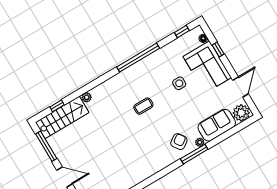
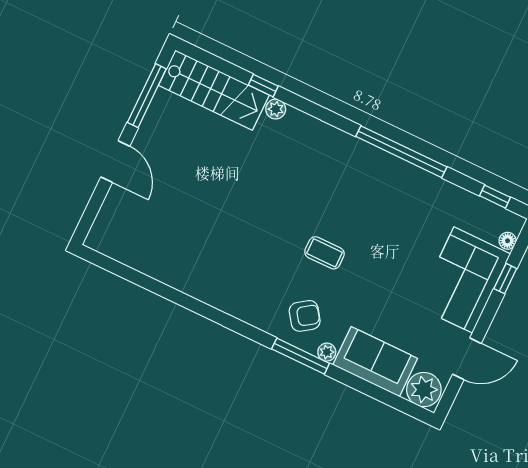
side table: (179, 83) -> (404, 251), removed
window: (57, 106) -> (263, 86), moved
coffee table: (143, 106) -> (324, 253), moved

